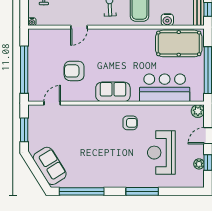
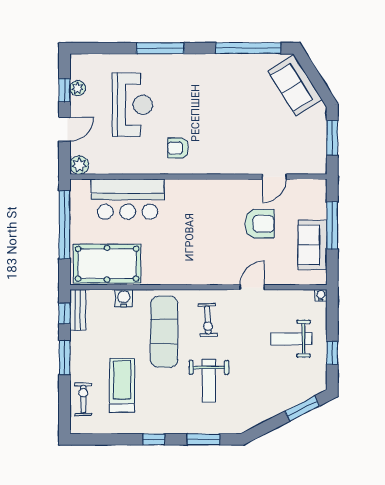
window: (24, 70) -> (332, 226), width x0.68
sofa: (113, 92) -> (312, 245), moved, turned 90
door: (52, 103) -> (274, 177), moved

